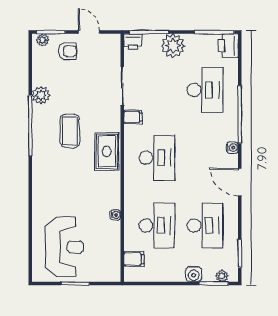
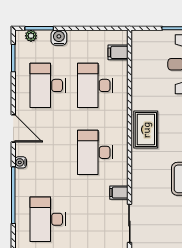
rug: (107, 151) -> (146, 130), moved
water cooler: (115, 215) -> (136, 96), removed

